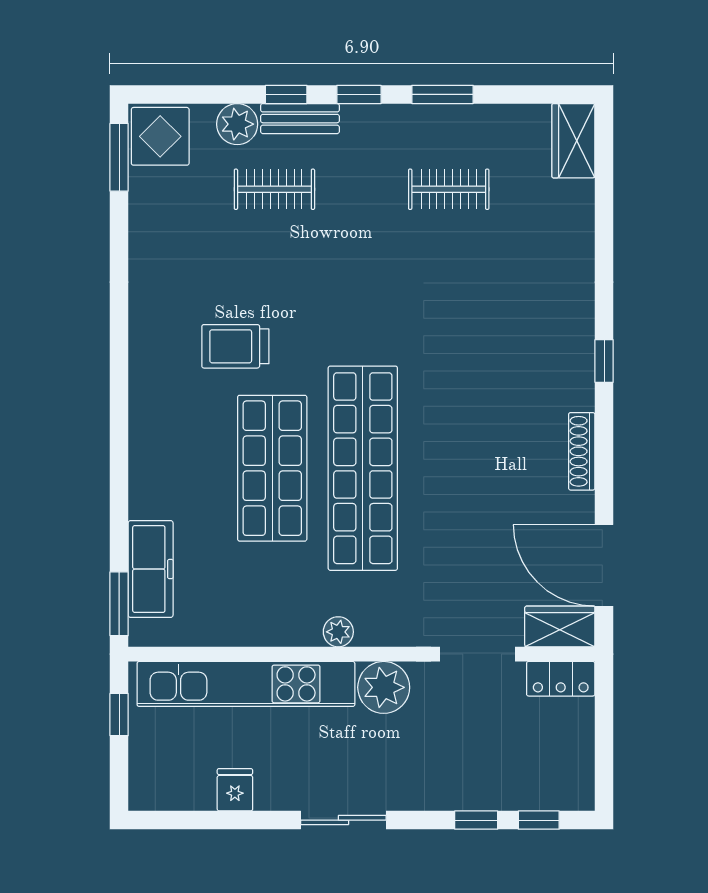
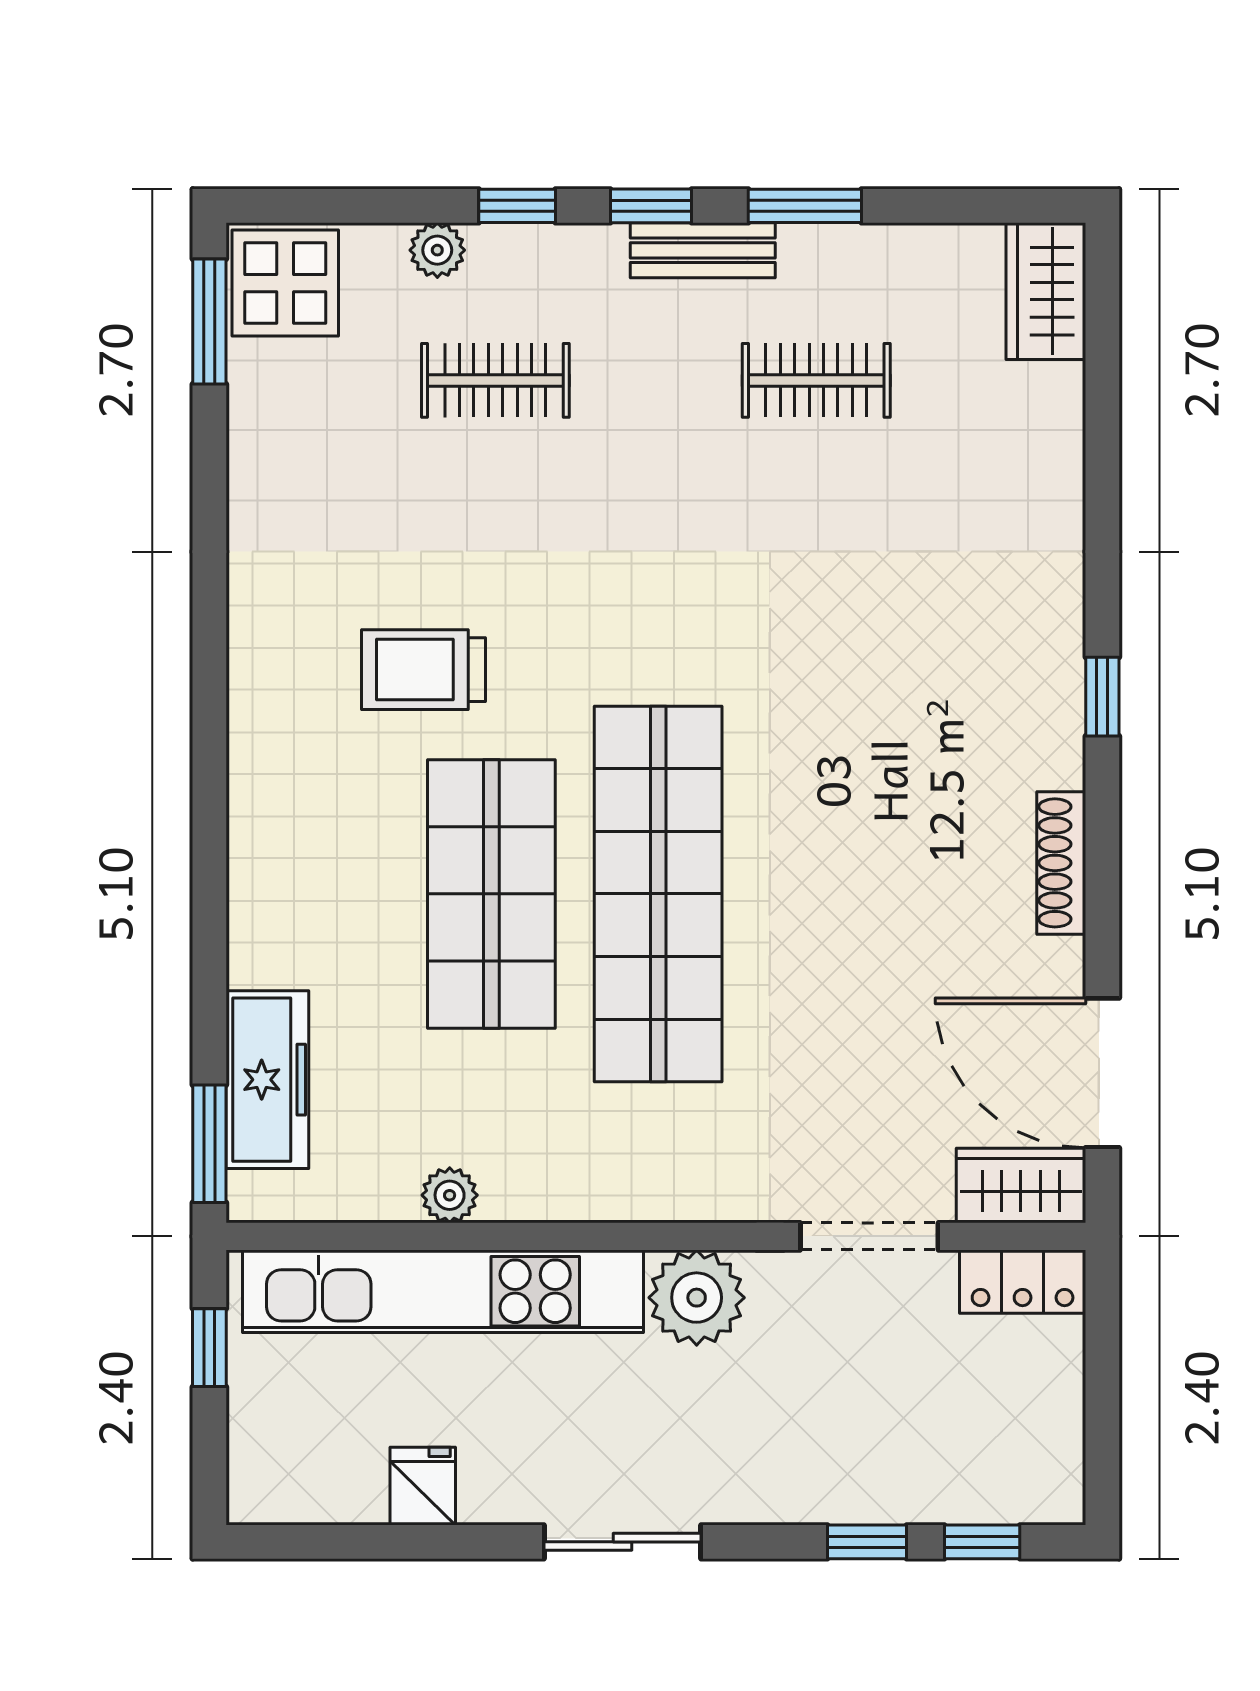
bench: (300, 119) -> (703, 250), moved
plant: (237, 124) -> (437, 250), width x0.73, depth x0.73
plant: (338, 632) -> (450, 1195), moved

